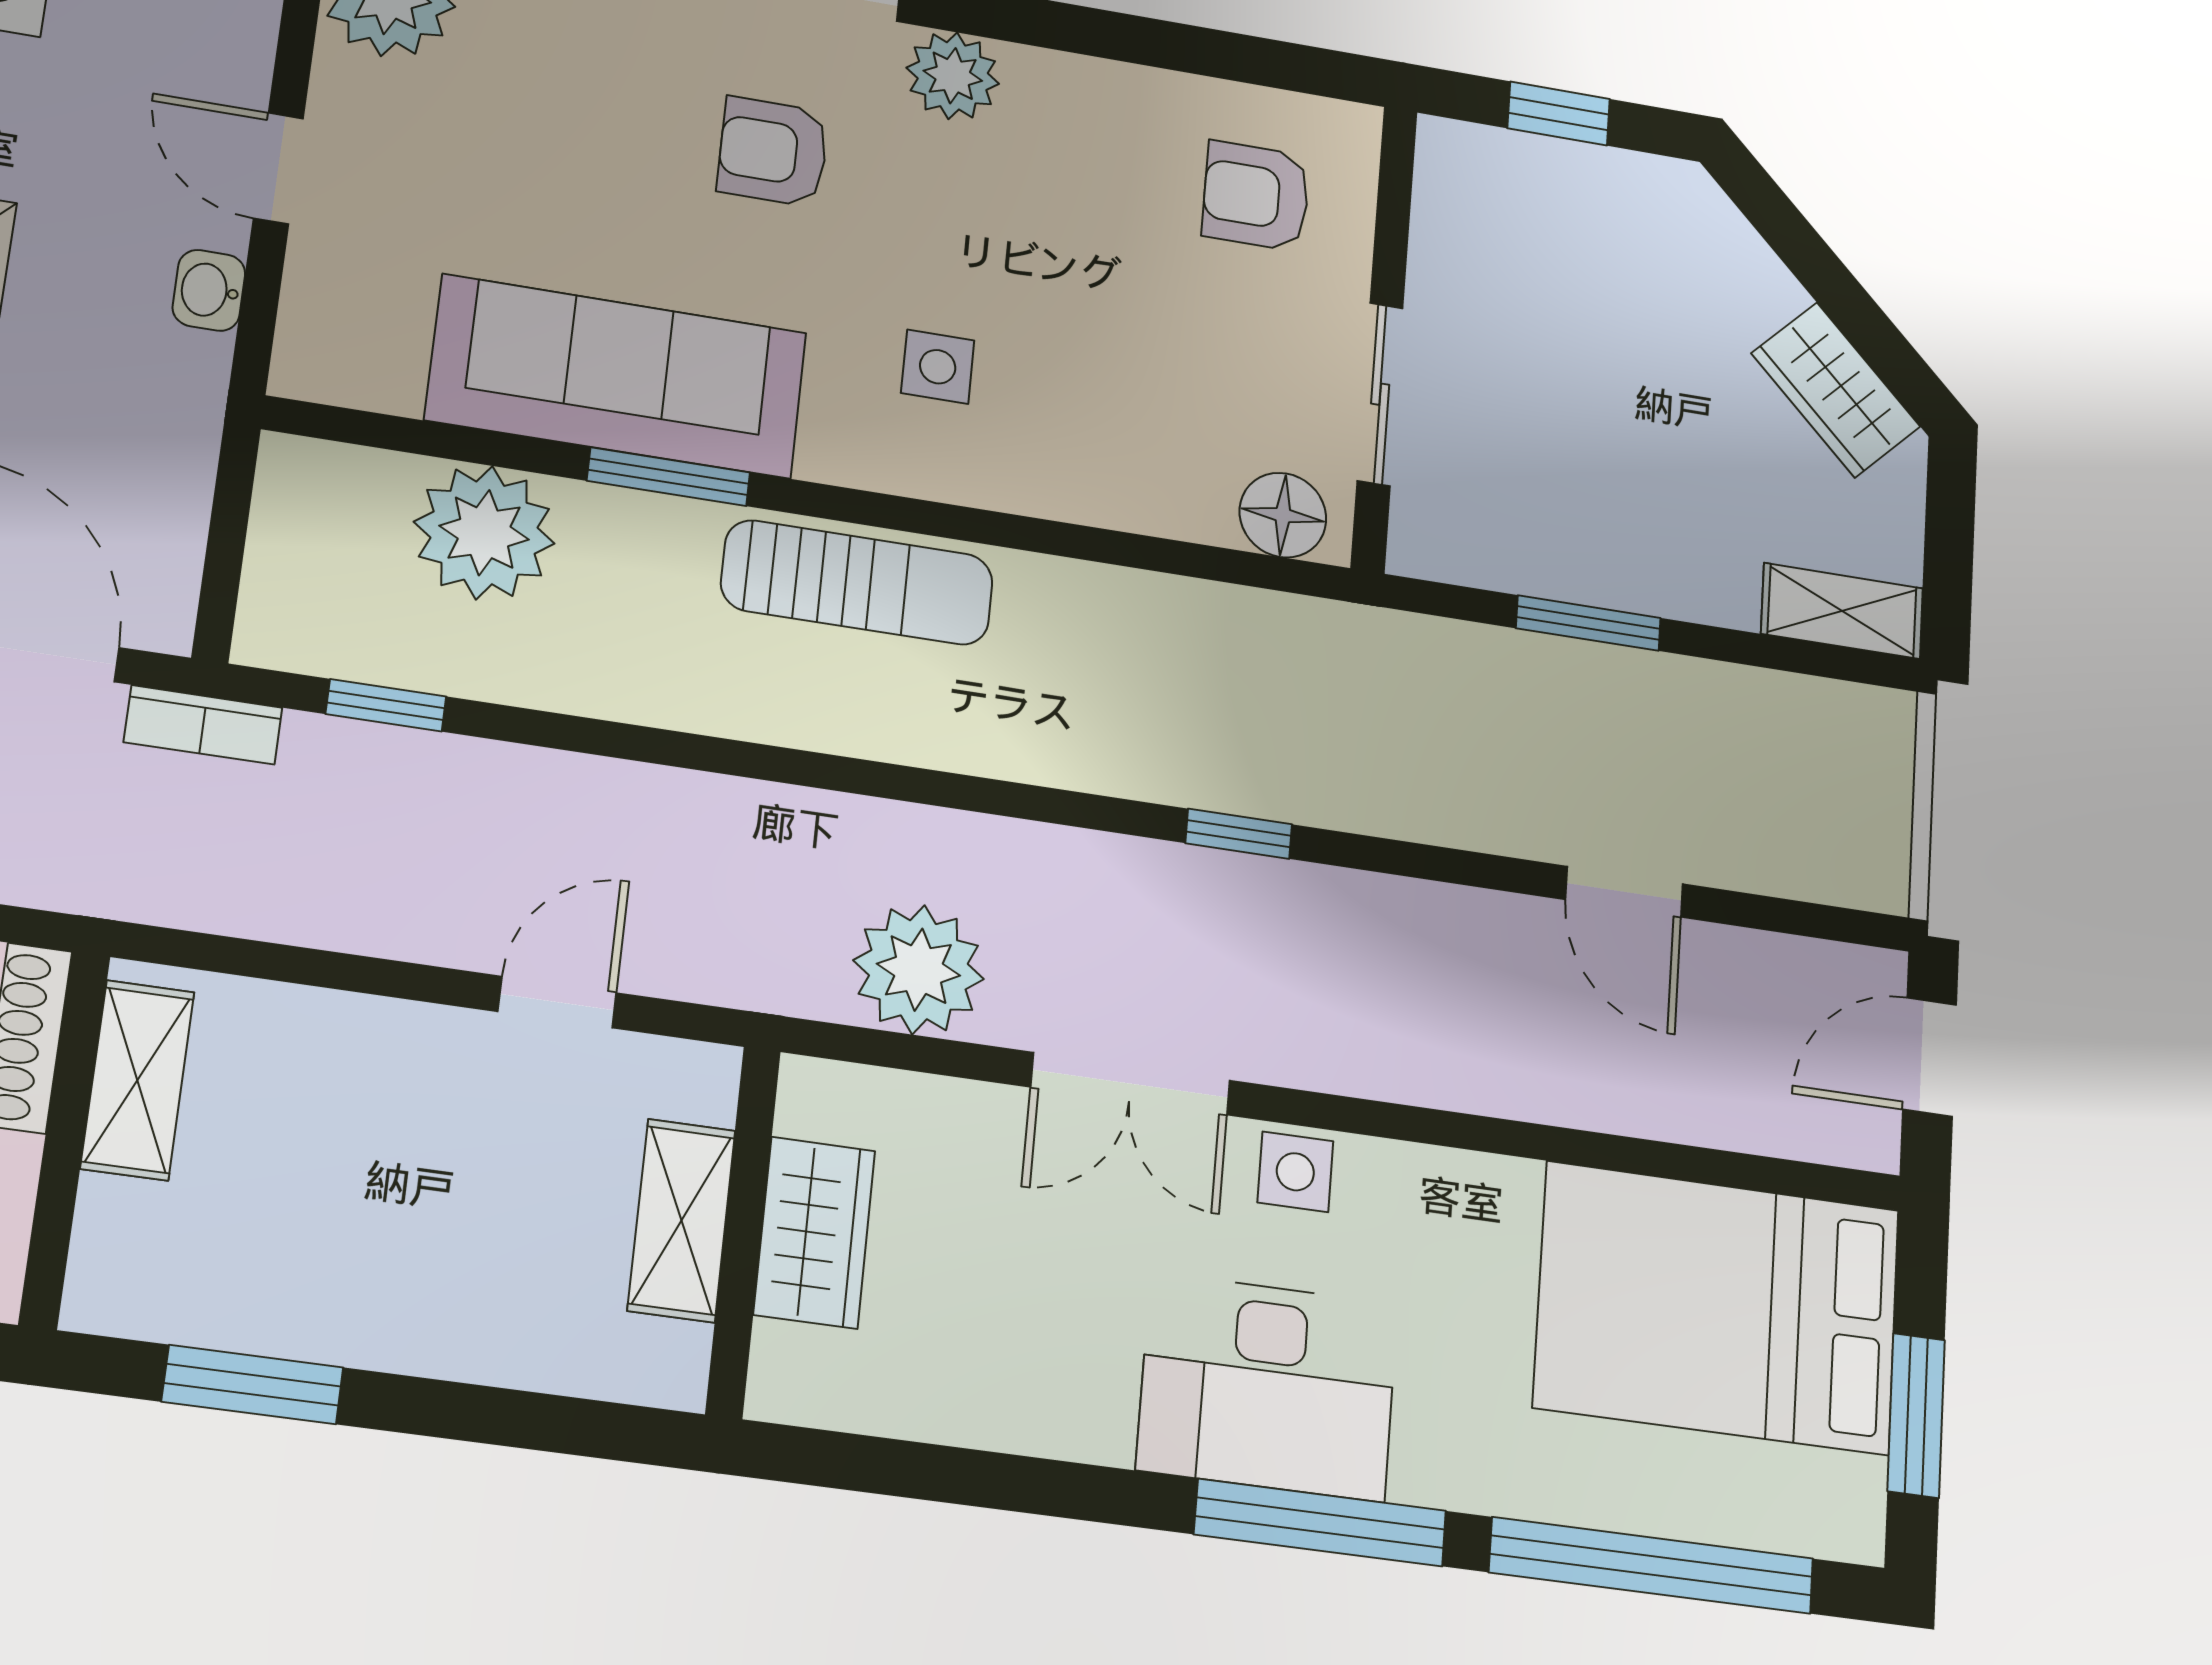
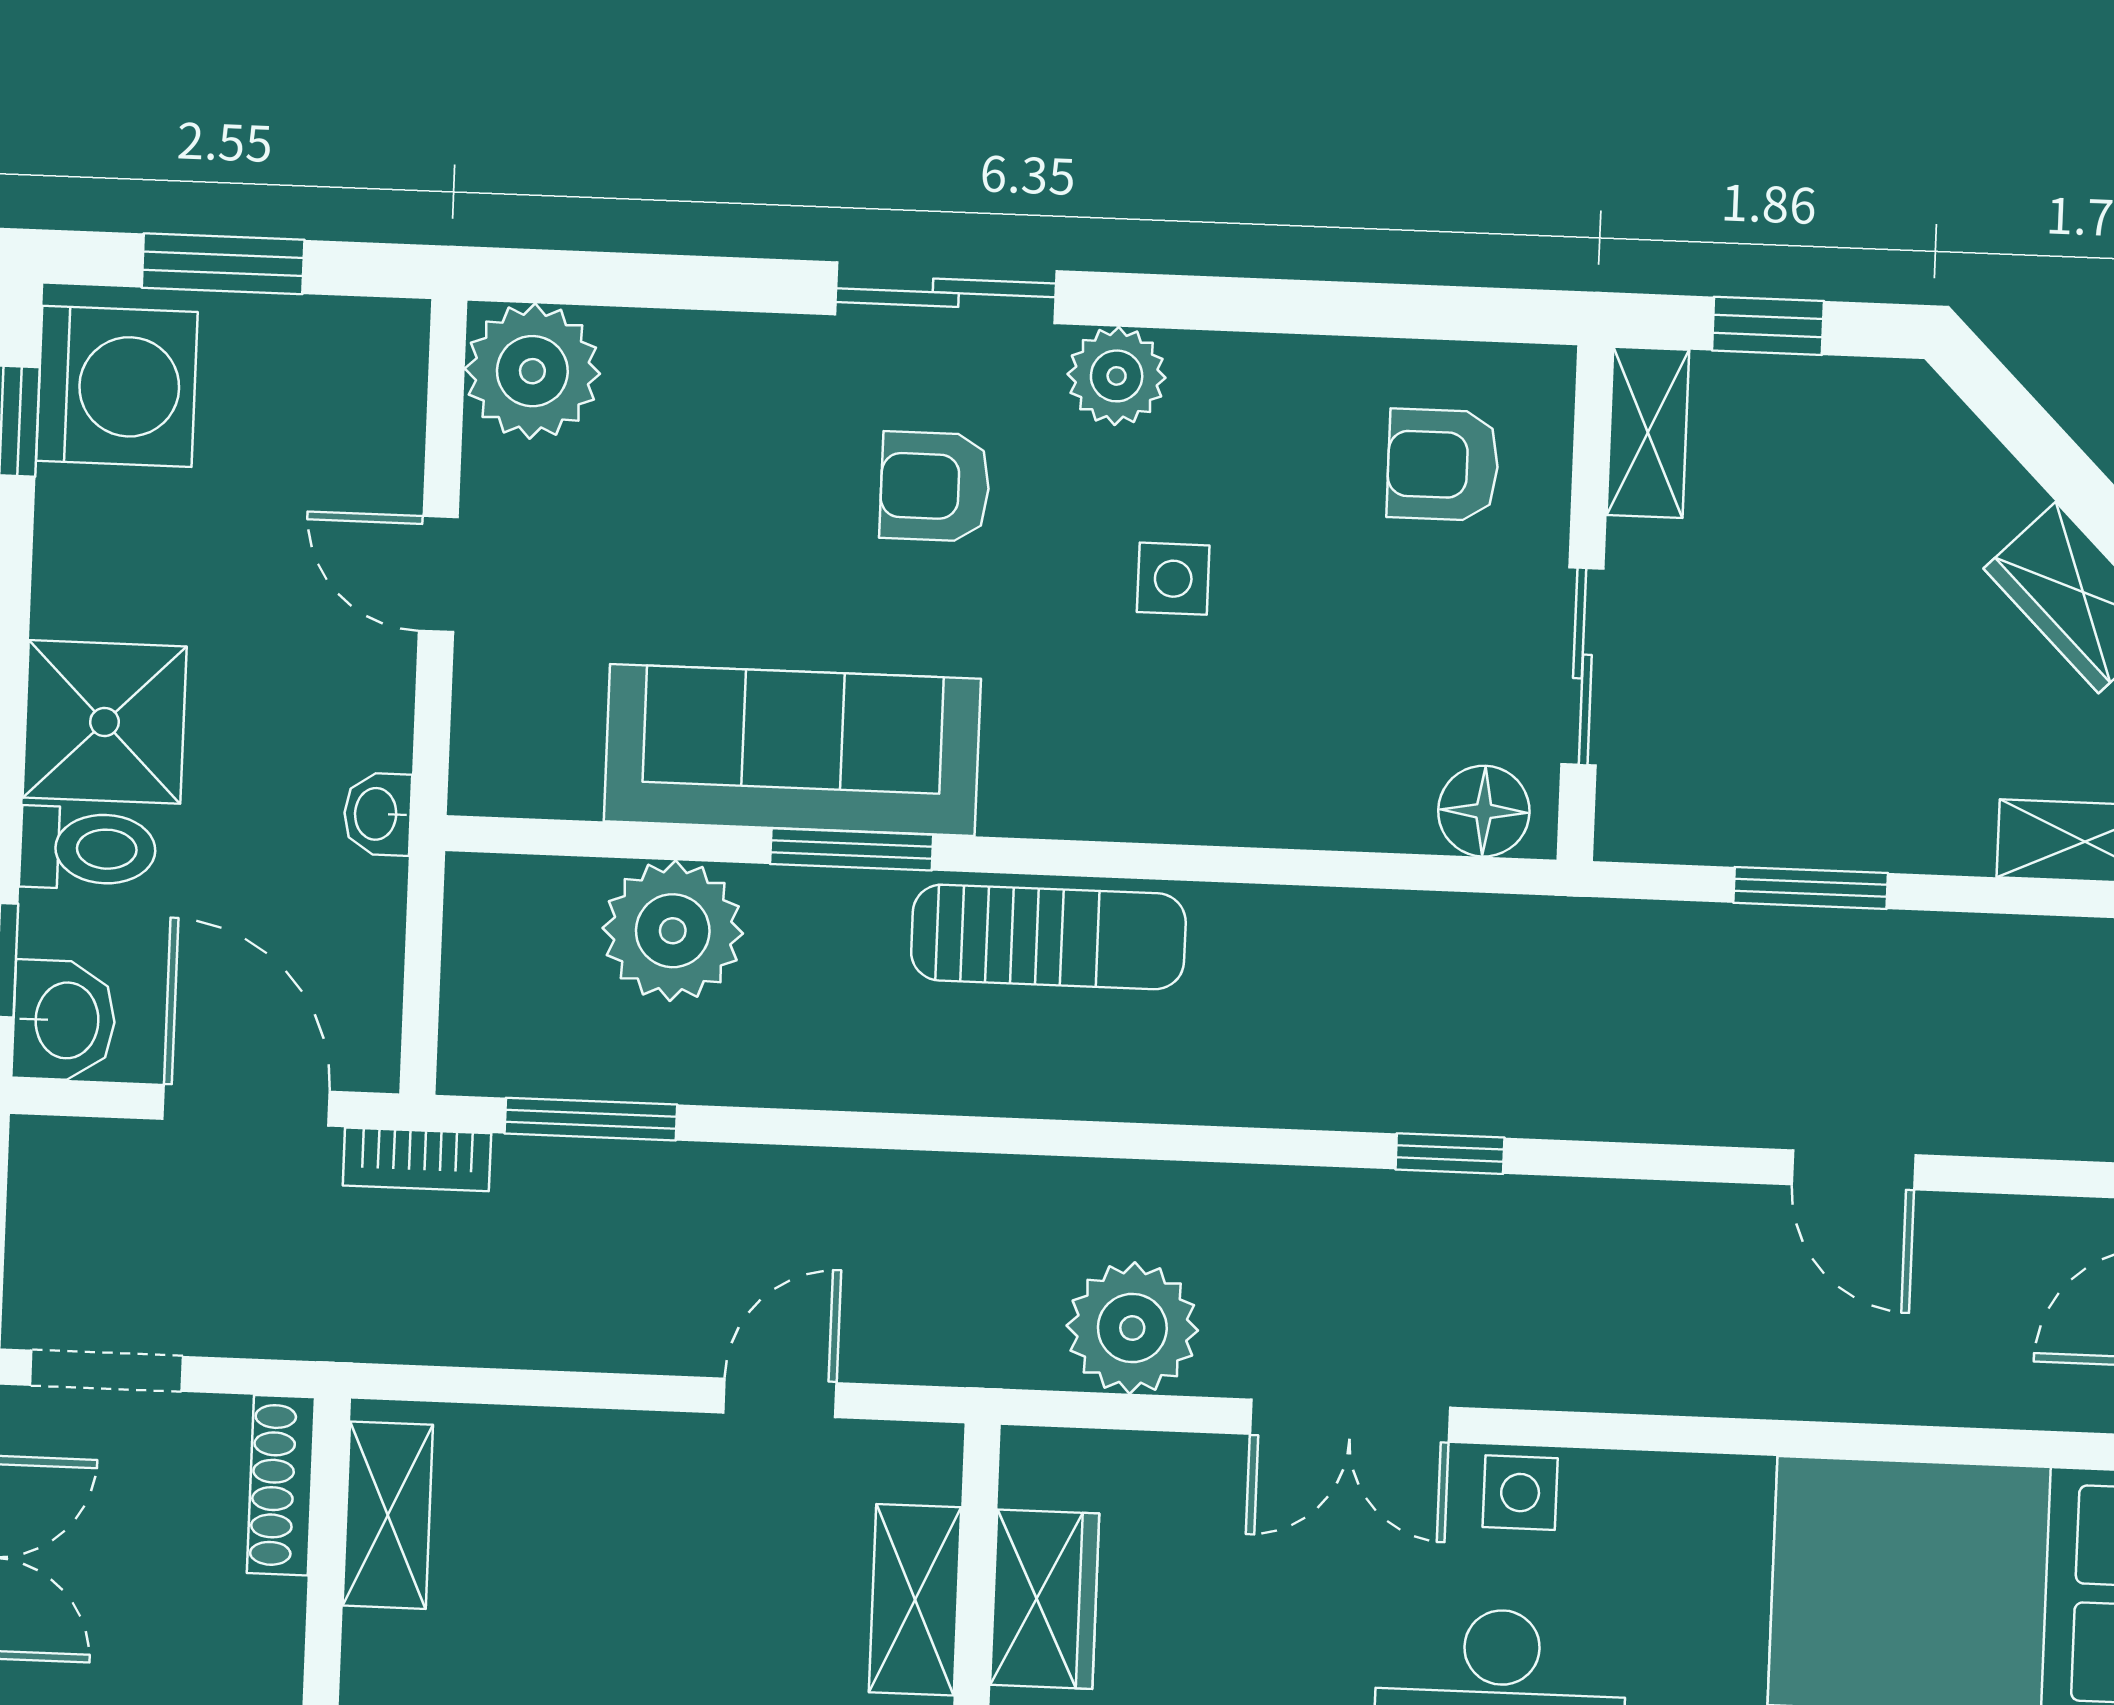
shelving: (1447, 192) -> (1648, 432), added
washbasin: (209, 290) -> (378, 814), moved
side table: (938, 367) -> (1173, 579), moved
window: (386, 705) -> (591, 1119), width x1.50

